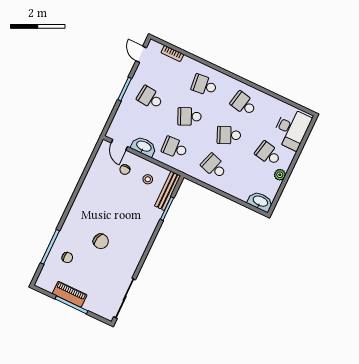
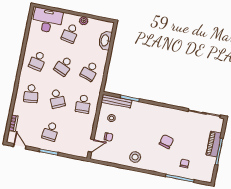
door: (141, 54) -> (20, 146), swing flipped
school desk: (229, 135) -> (64, 66), turned 48
washbasin: (144, 146) -> (88, 127), removed
stool: (91, 197) -> (135, 157), added
washbasin: (260, 202) -> (105, 40), moved
piano: (70, 294) -> (214, 144), moved

